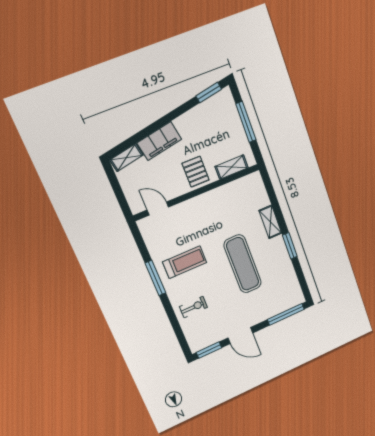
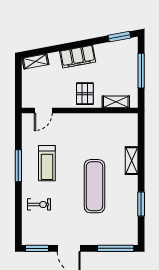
filing cabinet: (159, 141) -> (78, 57), moved
door: (158, 209) -> (43, 111), swing flipped
window: (290, 246) -> (141, 204), moved
treadmill: (185, 262) -> (47, 163), turned 90

